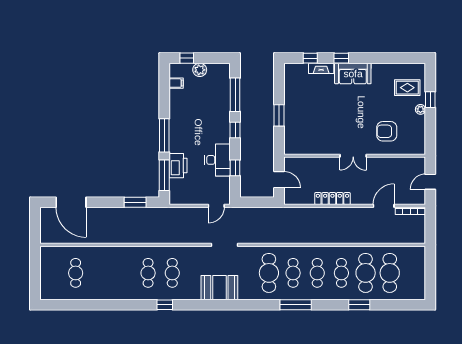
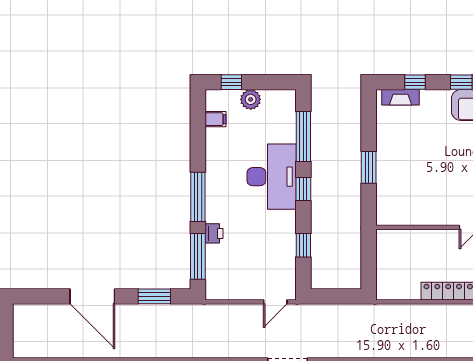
fireplace: (321, 68) -> (401, 97), moved
desk: (218, 160) -> (272, 177), moved, width x1.36, depth x1.30
printer: (178, 166) -> (214, 233), width x0.53, depth x0.68
door: (279, 180) -> (369, 263), removed
door: (71, 202) -> (92, 296), moved

